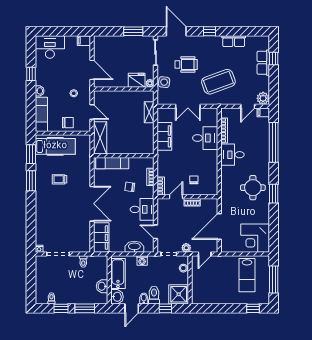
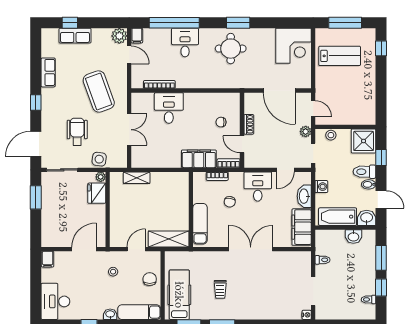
filing cabinet: (164, 136) -> (199, 159), moved
desk: (232, 155) -> (185, 42), moved, turned 180
filing cabinet: (101, 238) -> (302, 227), moved, turned -90

